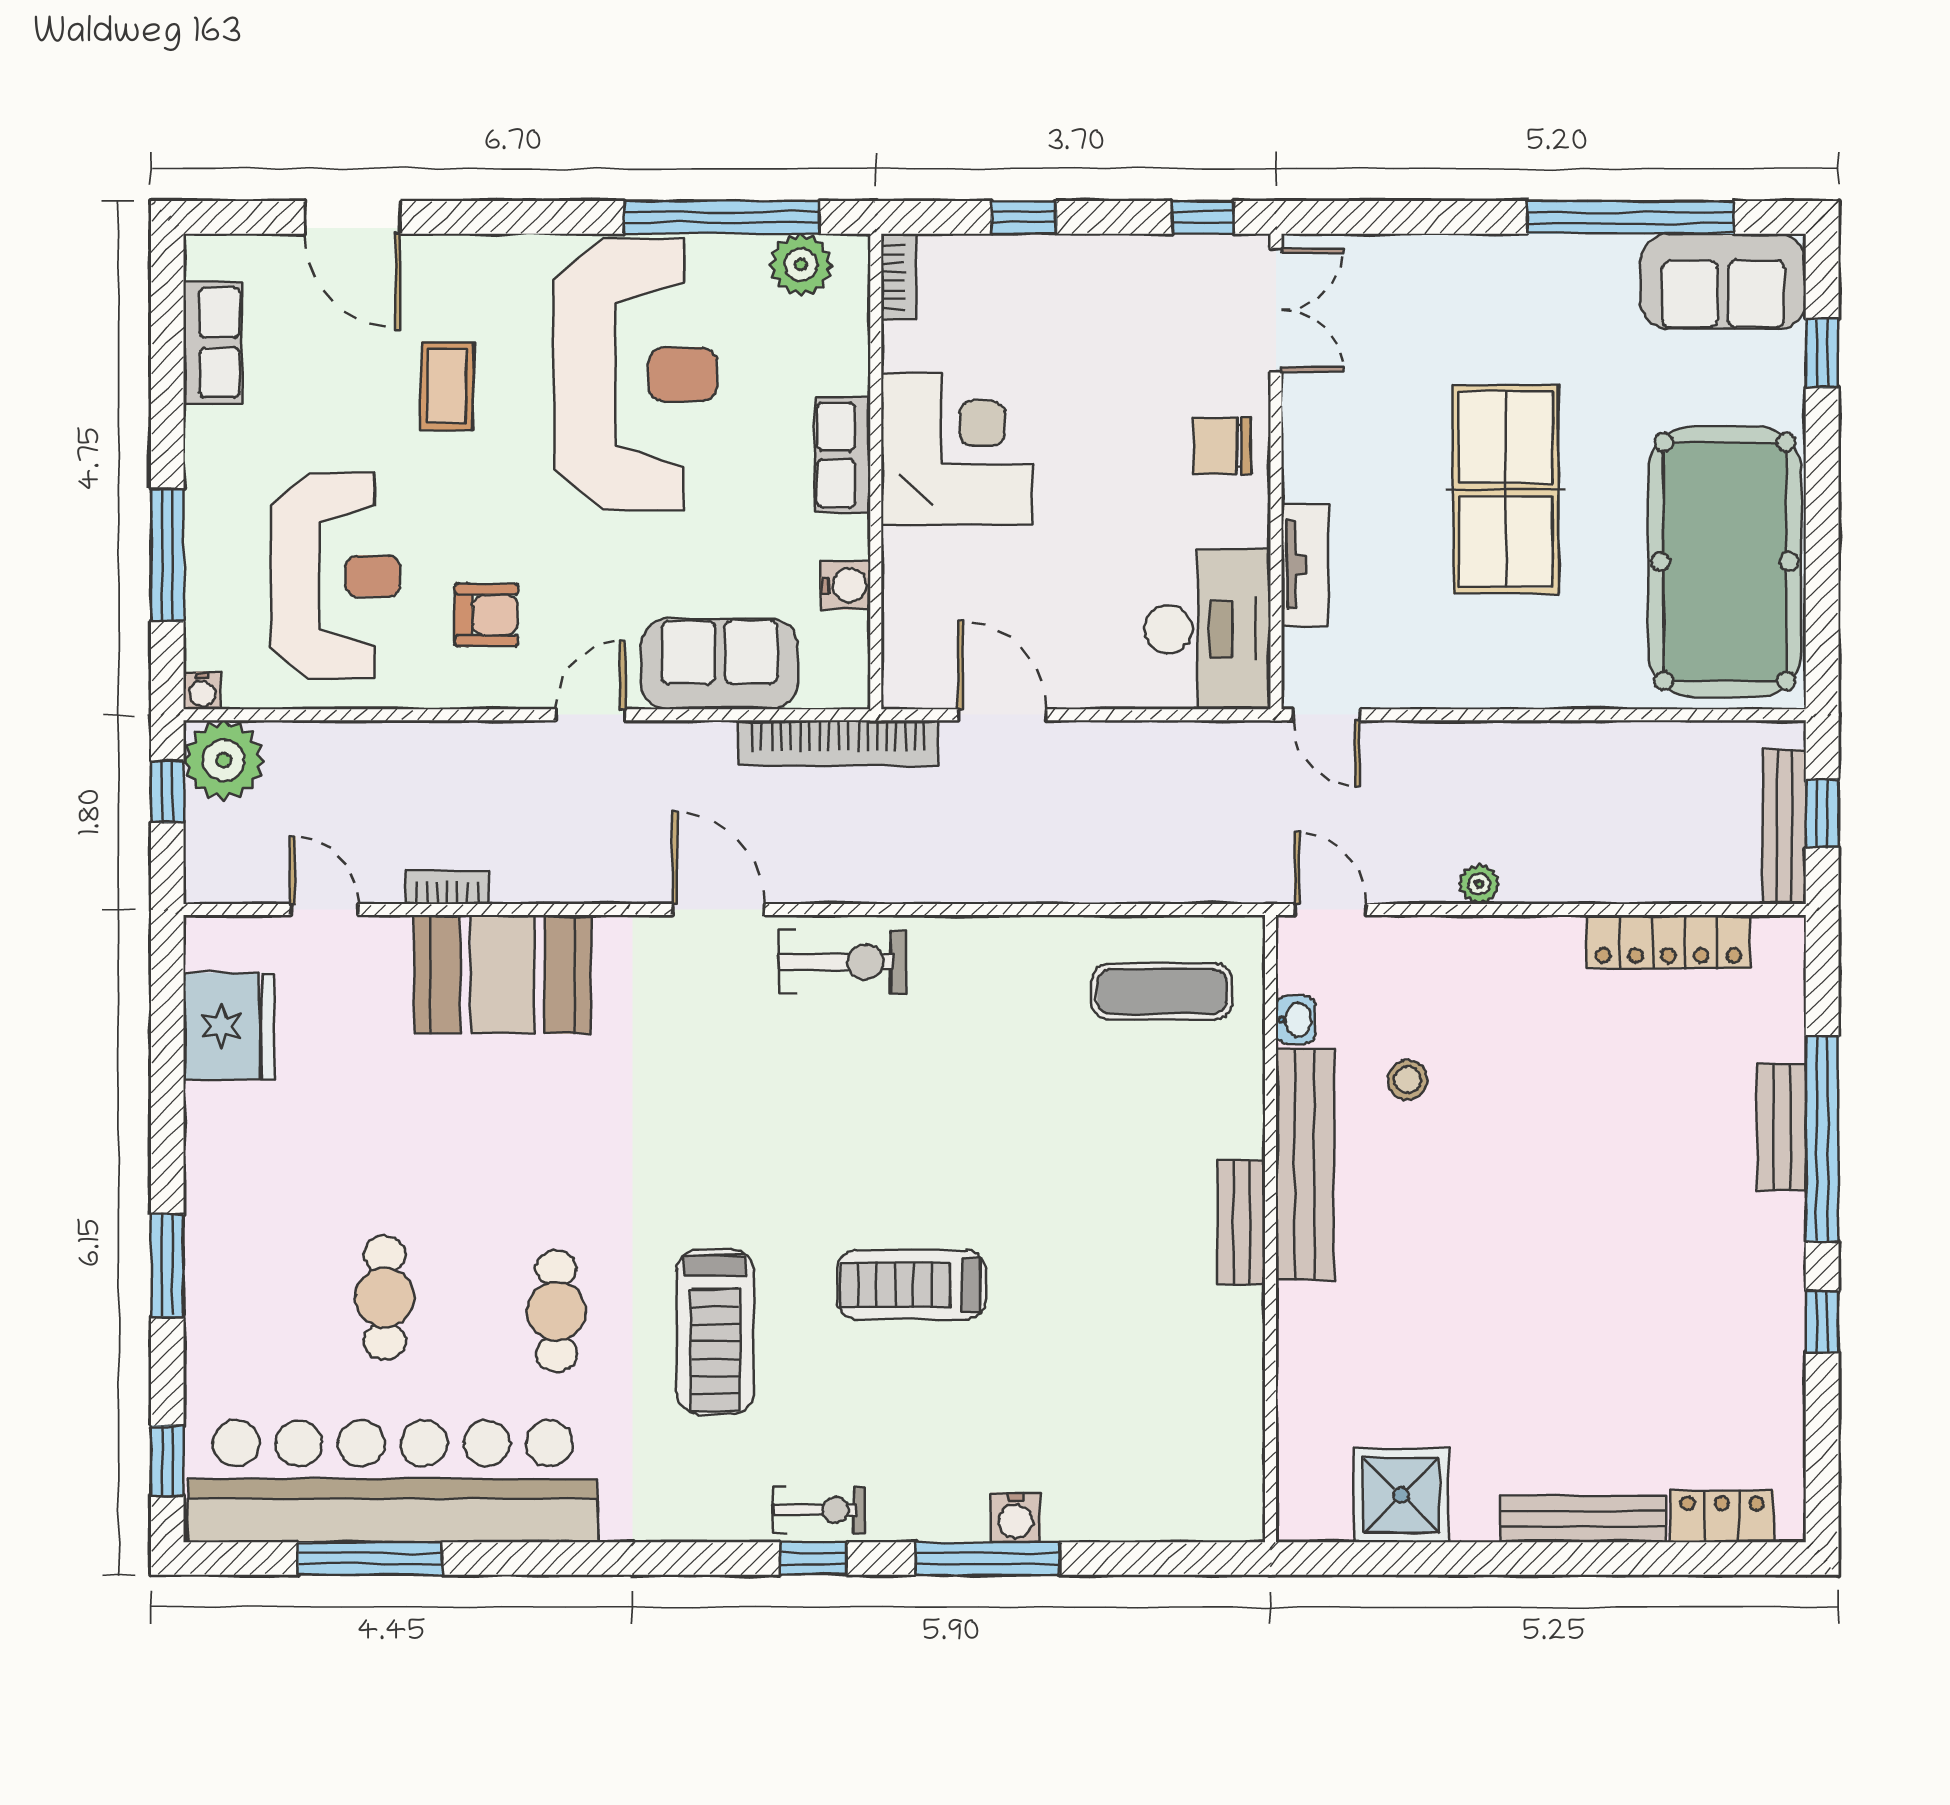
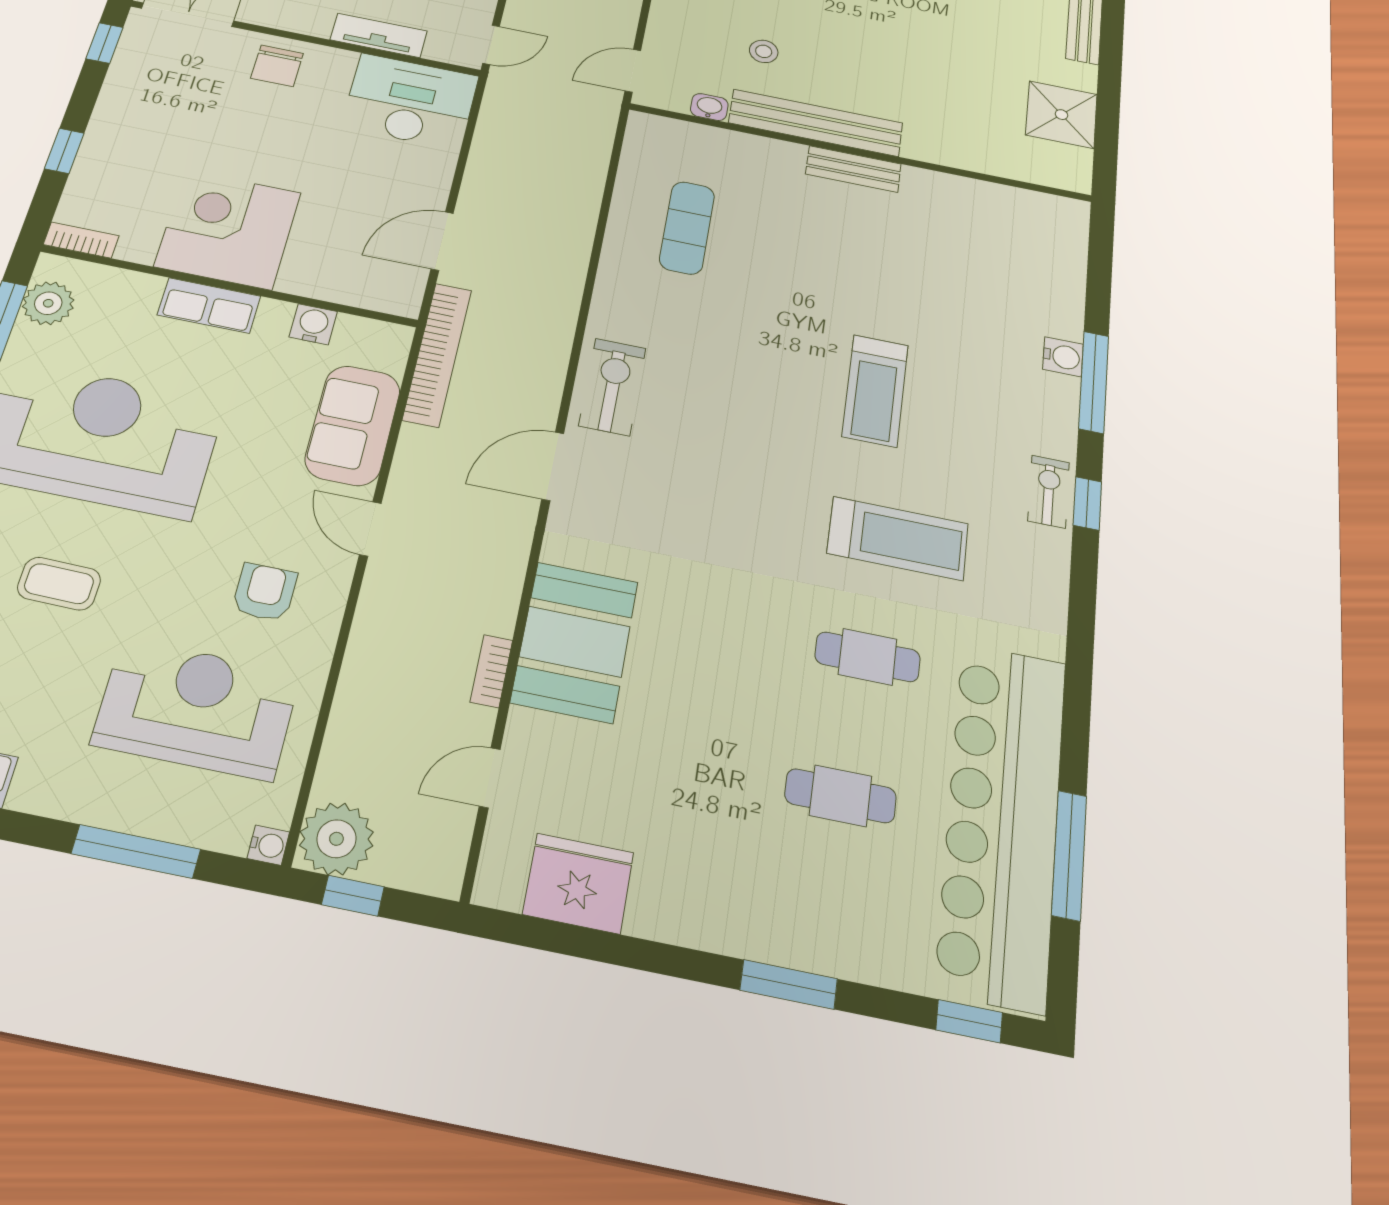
exercise mat: (1162, 992) -> (687, 228), moved

